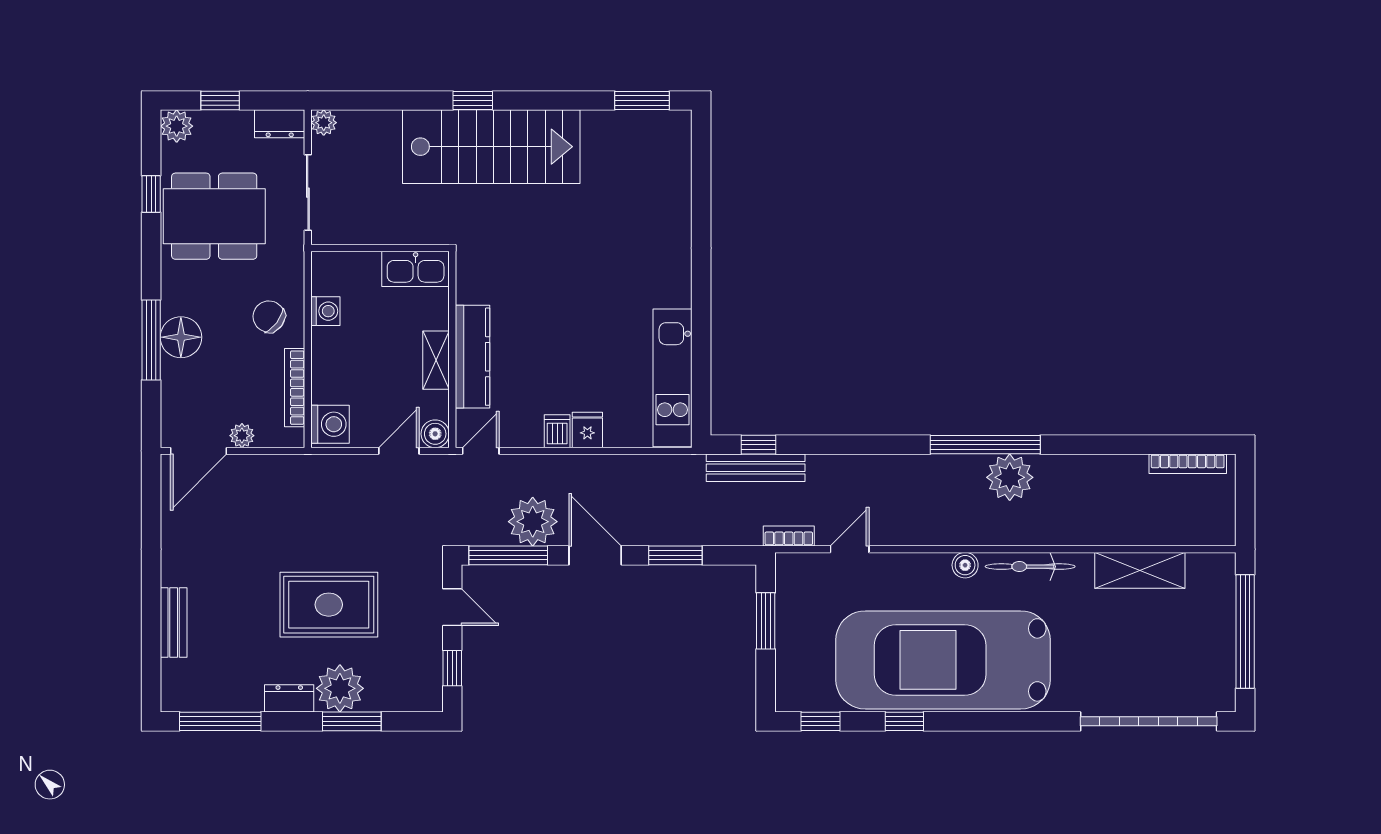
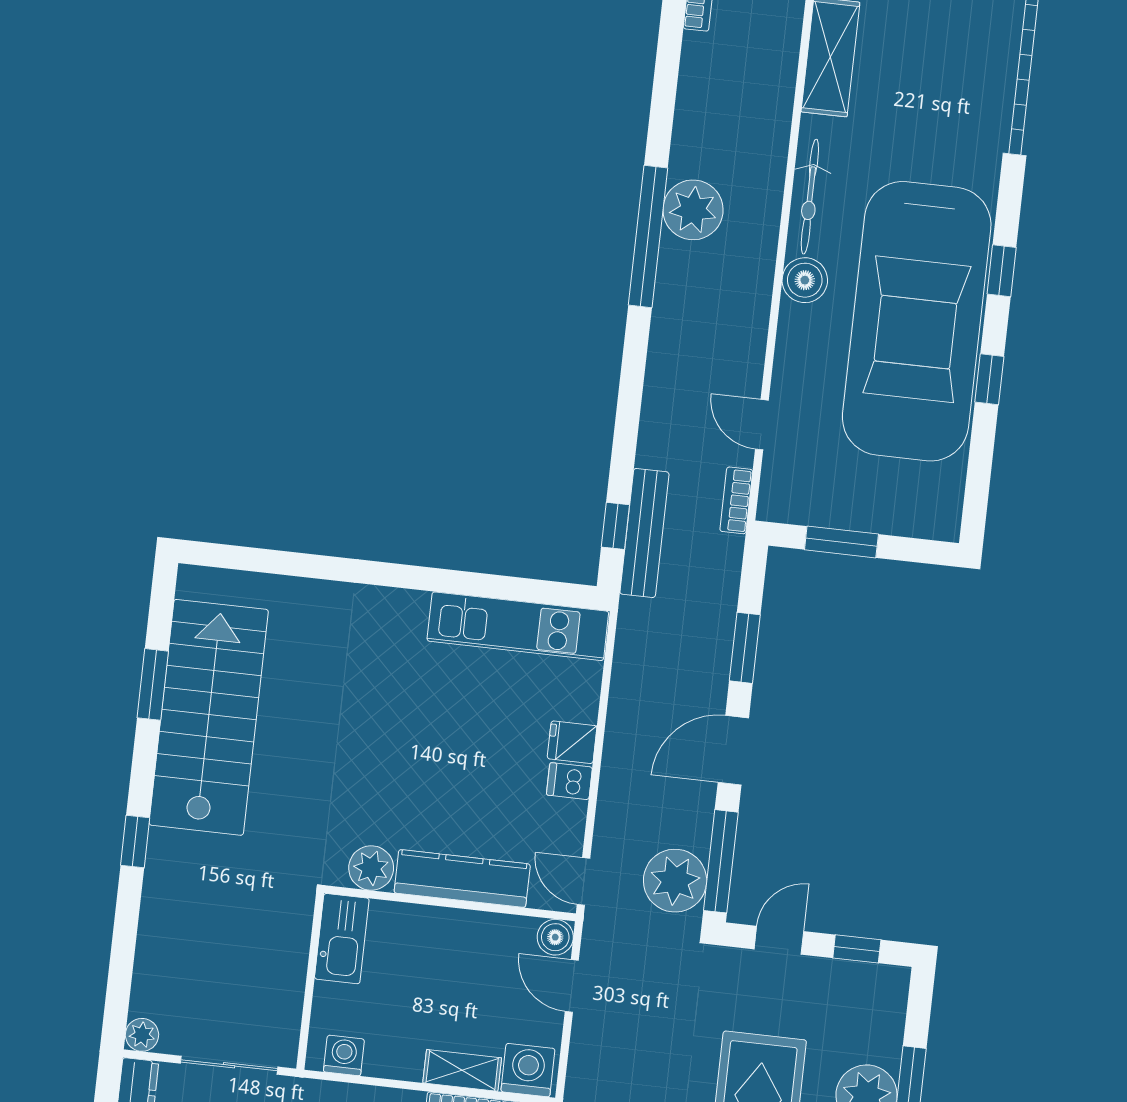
window: (642, 101) -> (153, 684), moved
stairs: (491, 147) -> (209, 717), moved
plant: (473, 285) -> (371, 868), added
washing machine: (325, 311) -> (344, 1055), moved
shelving: (436, 360) -> (462, 1070), moved
plant: (533, 522) -> (675, 881), moved
boiler: (965, 565) -> (805, 280), width x1.36, depth x1.36
window: (820, 721) -> (1002, 271), moved

